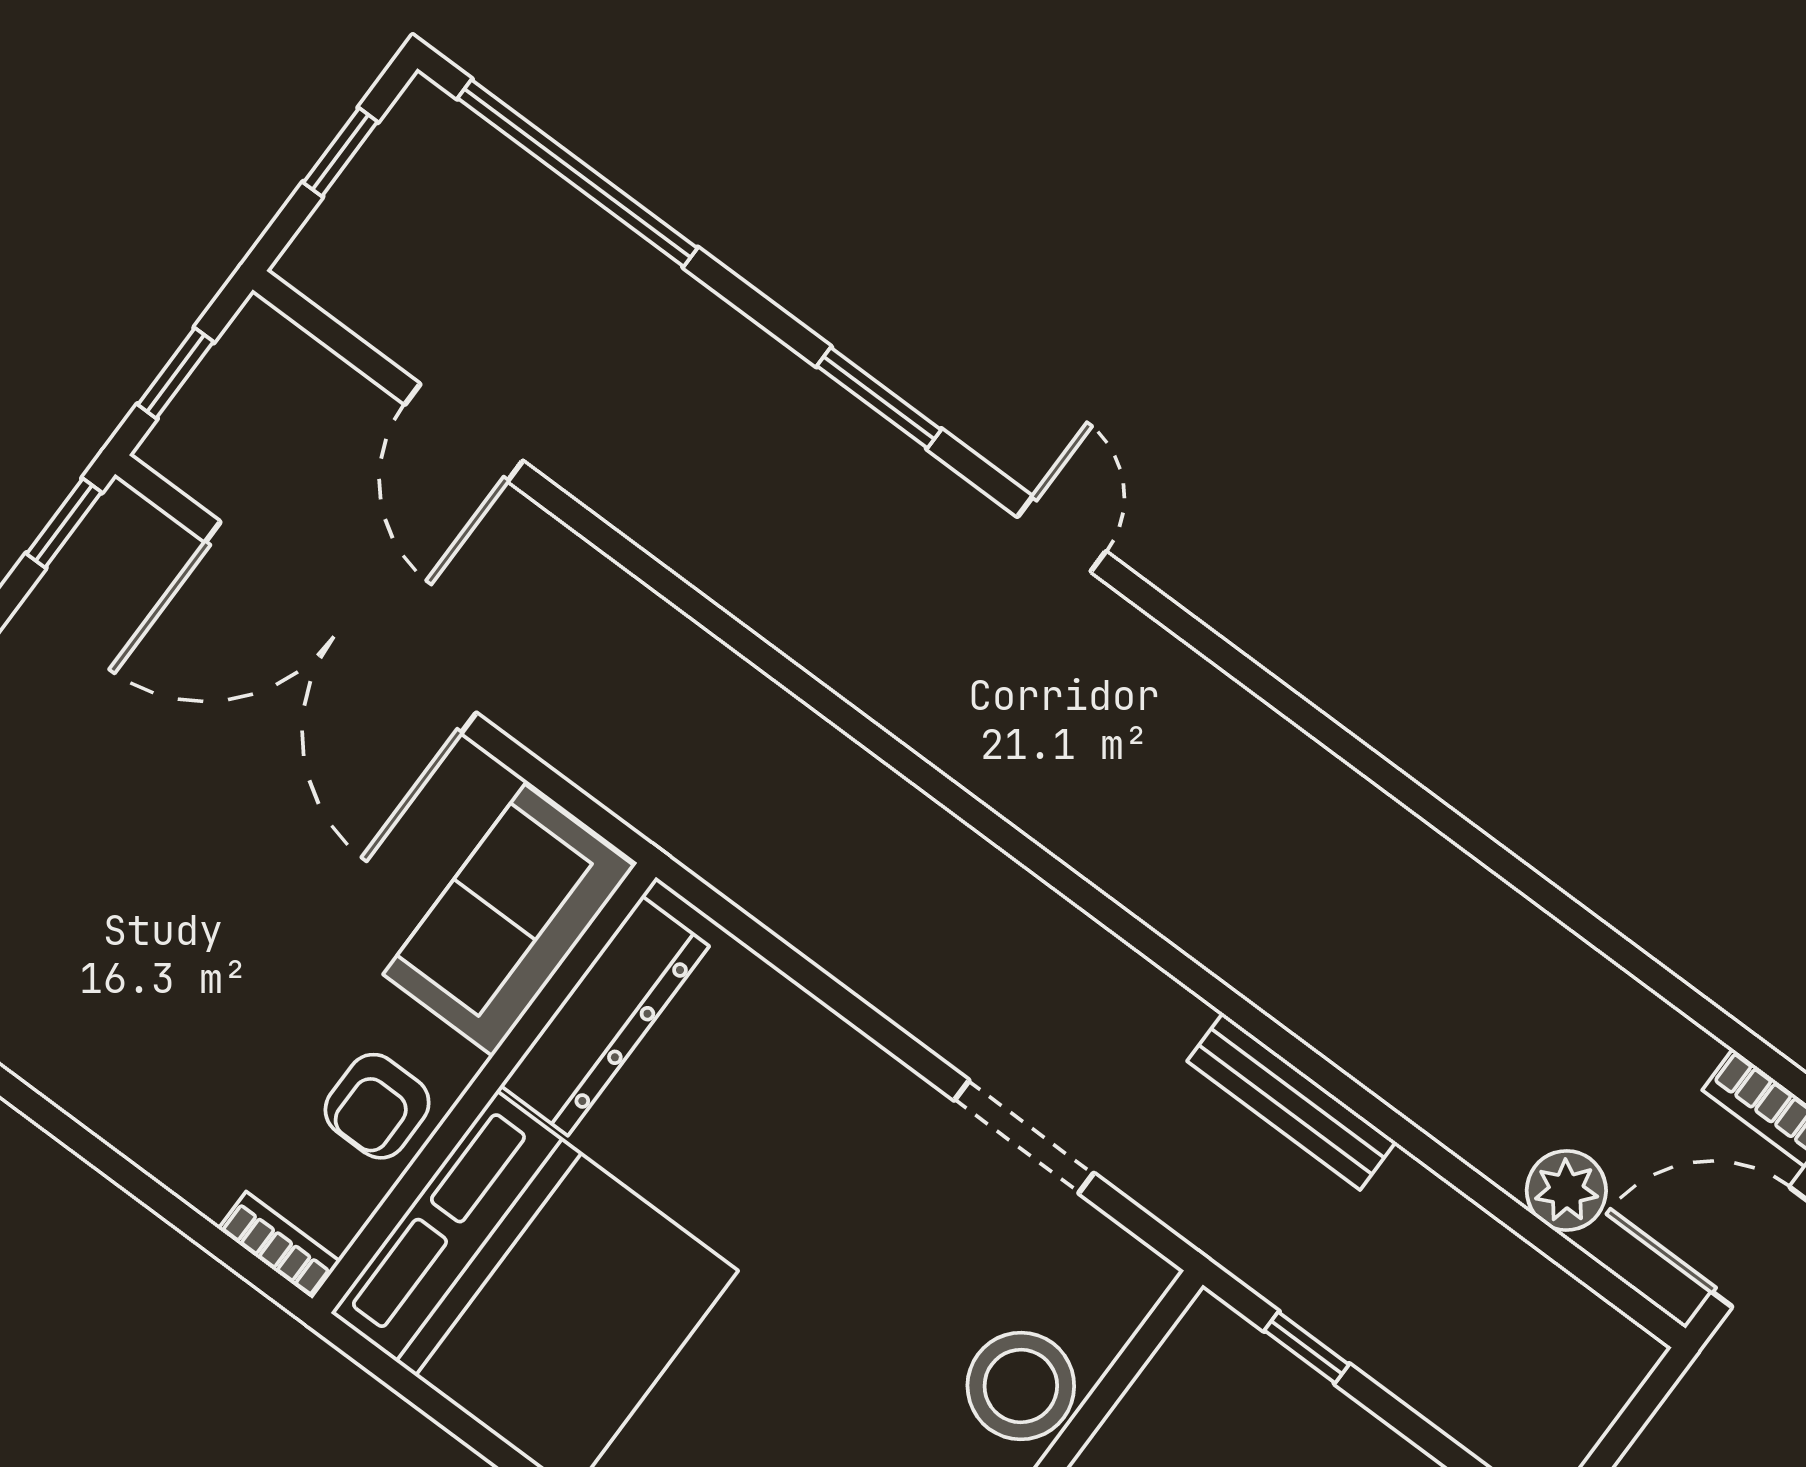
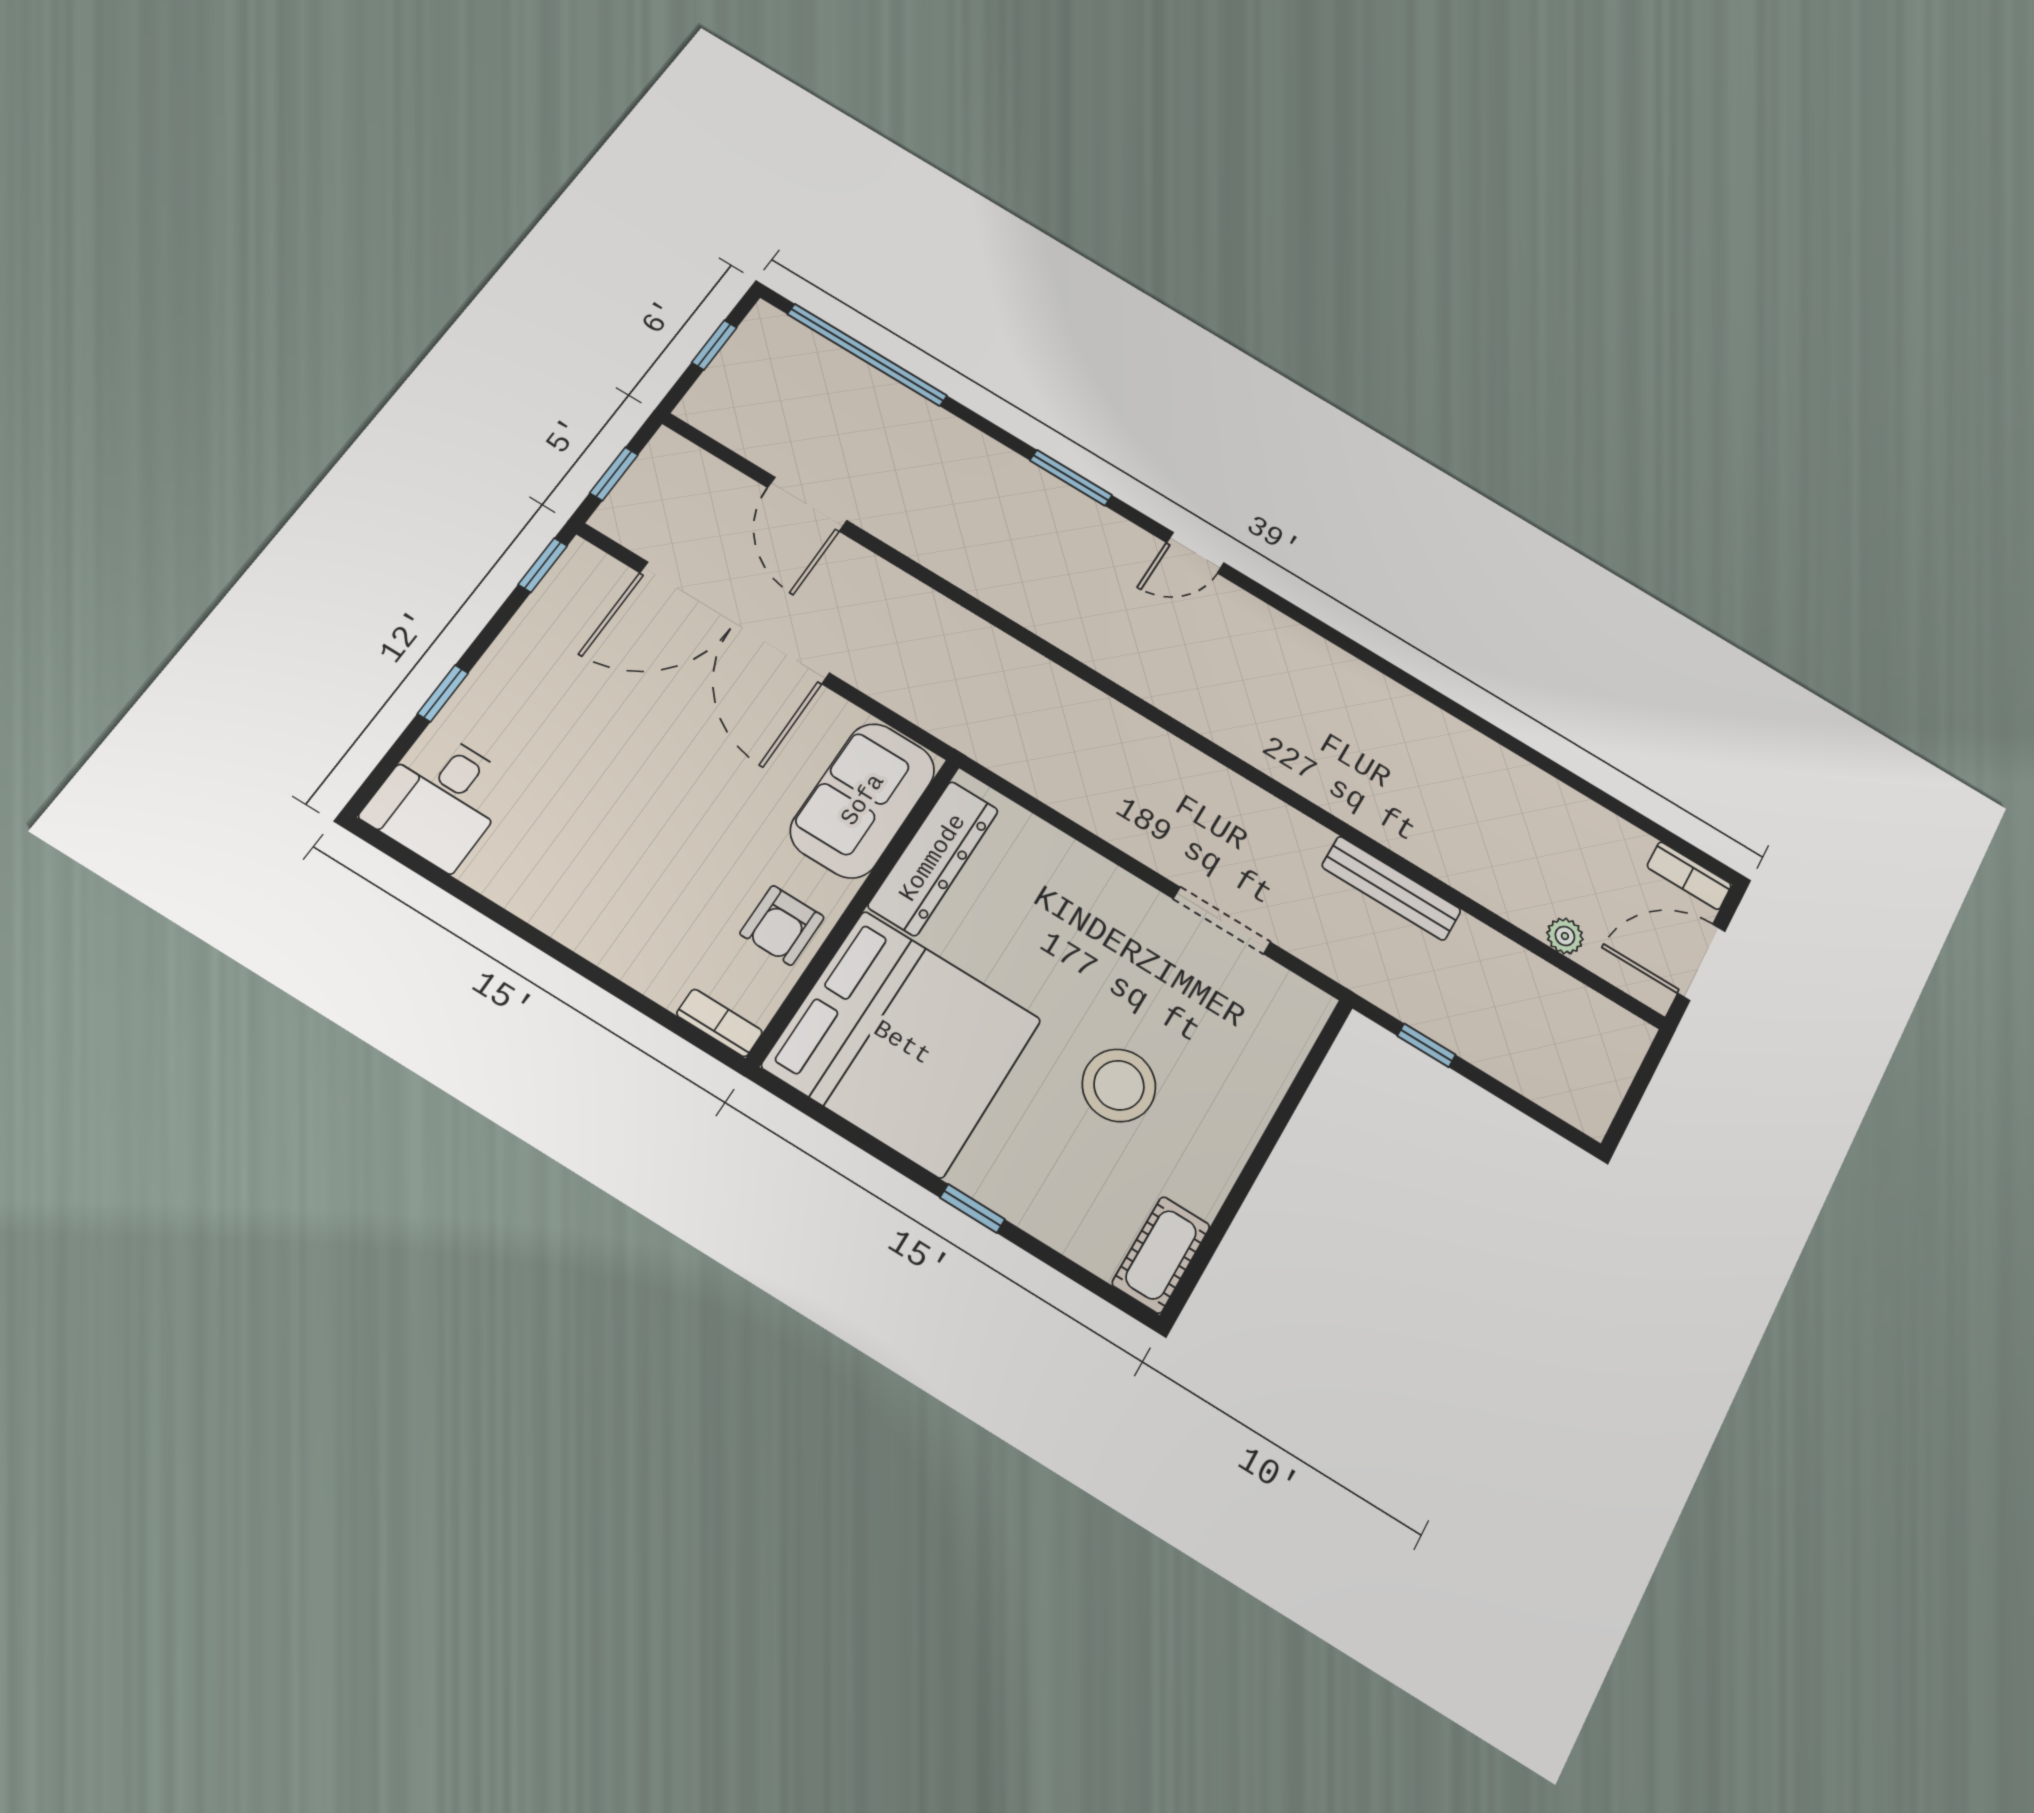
door: (1062, 534) -> (1195, 553), swing flipped
plant: (1566, 1190) -> (1565, 936), width x0.73, depth x0.73
stool: (1021, 1386) -> (1119, 1085), moved

